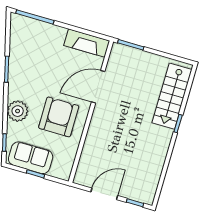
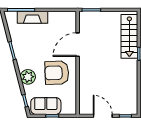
fireplace: (87, 43) -> (32, 17), moved
armchair: (59, 117) -> (57, 73), turned -92
door: (104, 194) -> (103, 116), hinge flipped

